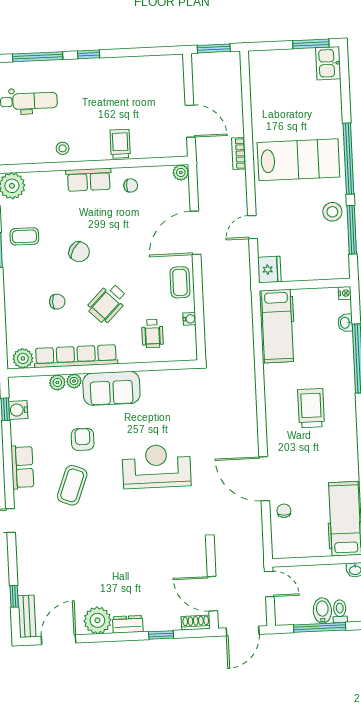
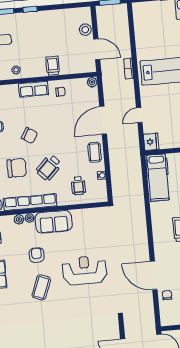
stool: (173, 90) -> (85, 30), added
chair: (57, 302) -> (17, 168), width x1.87, depth x1.87
coffee table: (72, 485) -> (41, 287), moved

